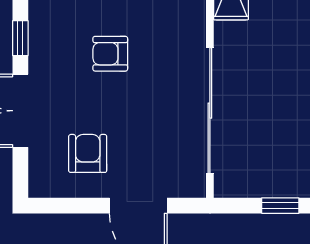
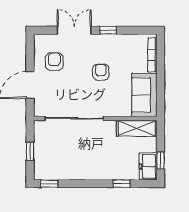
armchair: (88, 153) -> (54, 62), turned -90

